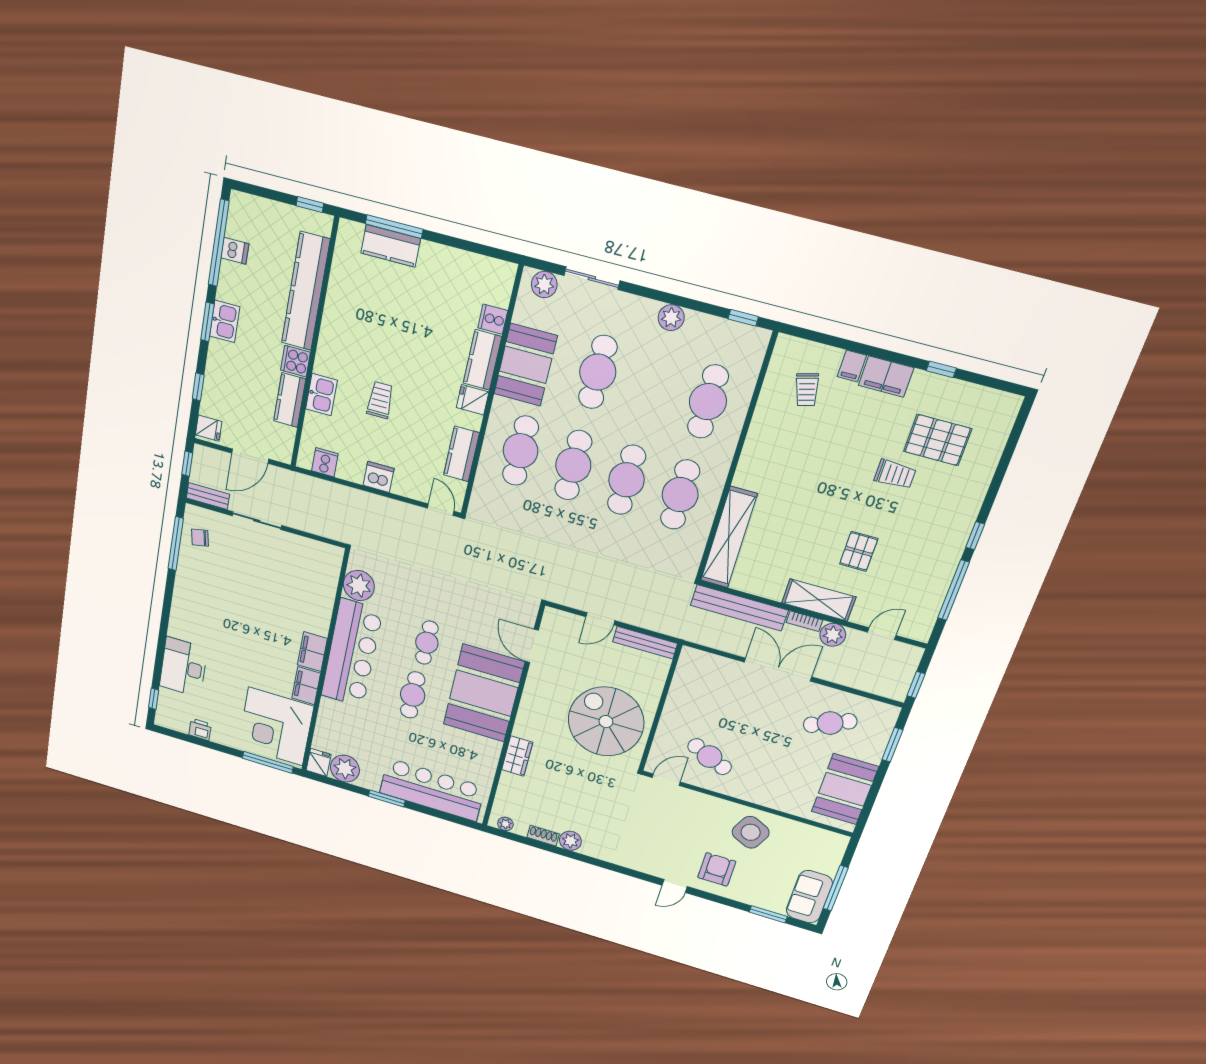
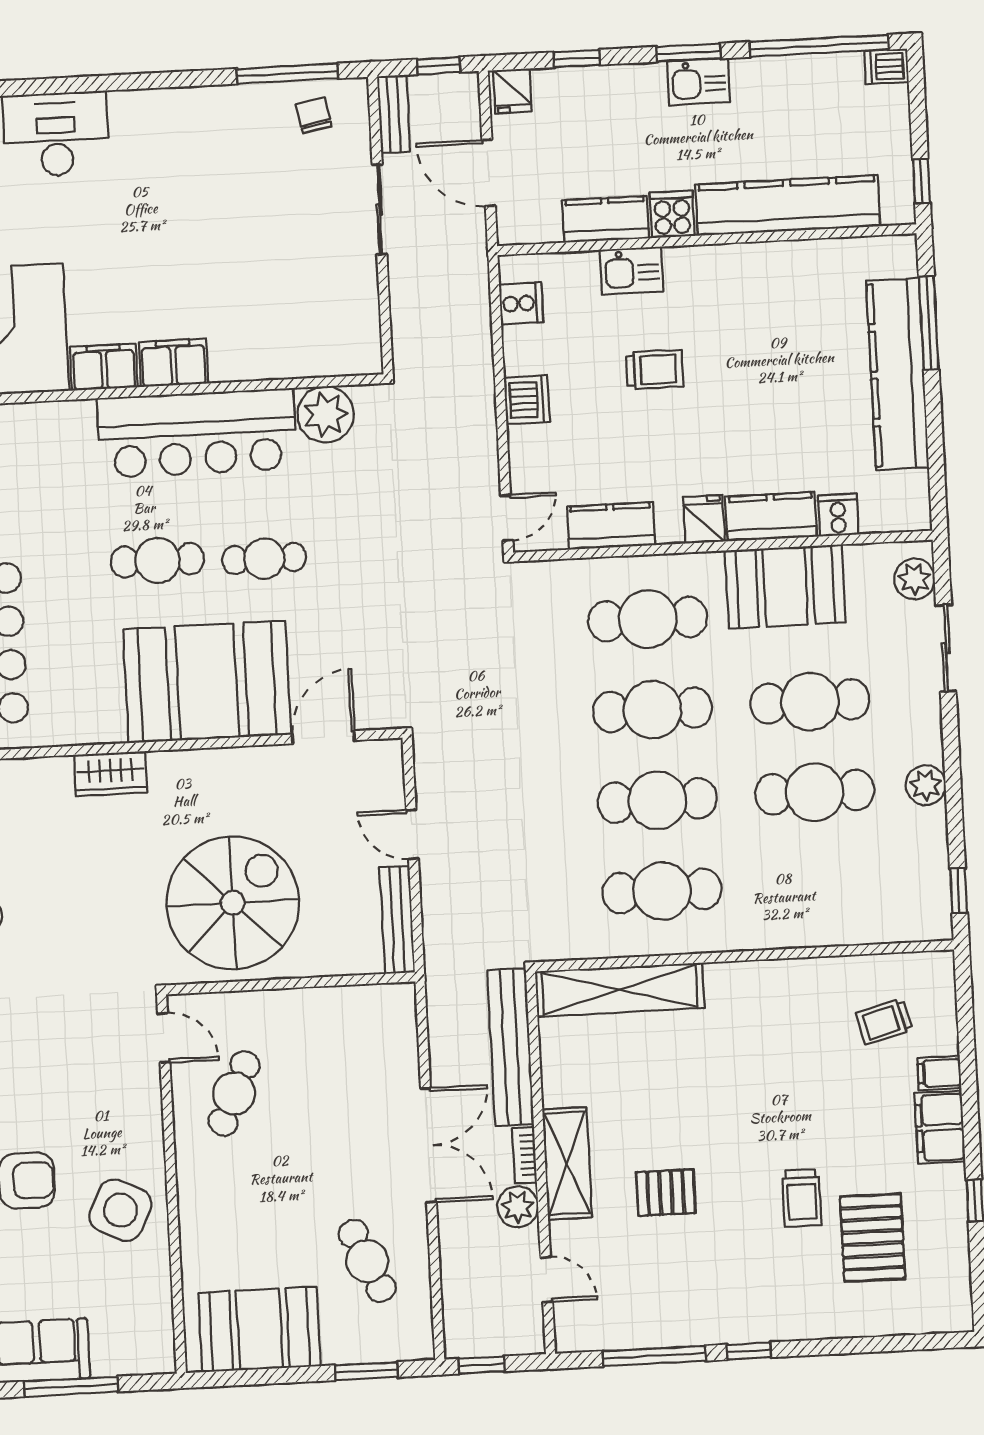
kitchen counter: (391, 246) -> (898, 374), width x2.08, depth x1.17
dishwasher: (235, 251) -> (886, 66), moved, turned 90
cafe table: (708, 402) -> (815, 792), moved

